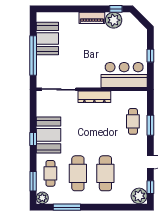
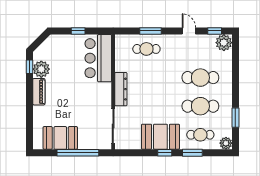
window: (33, 181) -> (192, 153), moved
window: (67, 207) -> (235, 118), width x0.69

